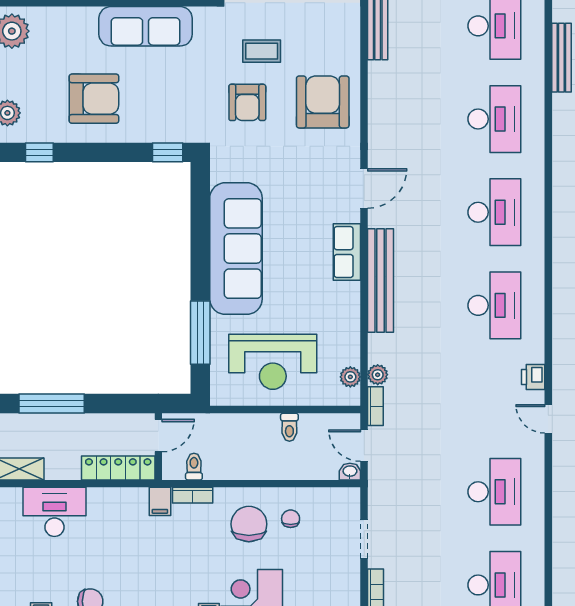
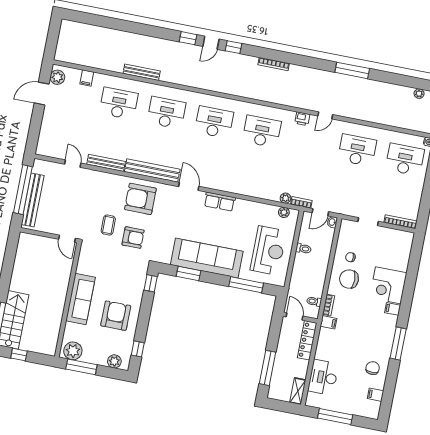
sofa: (146, 26) -> (81, 299), moved
window: (200, 220) -> (188, 273), added
bench: (381, 280) -> (152, 170), moved

